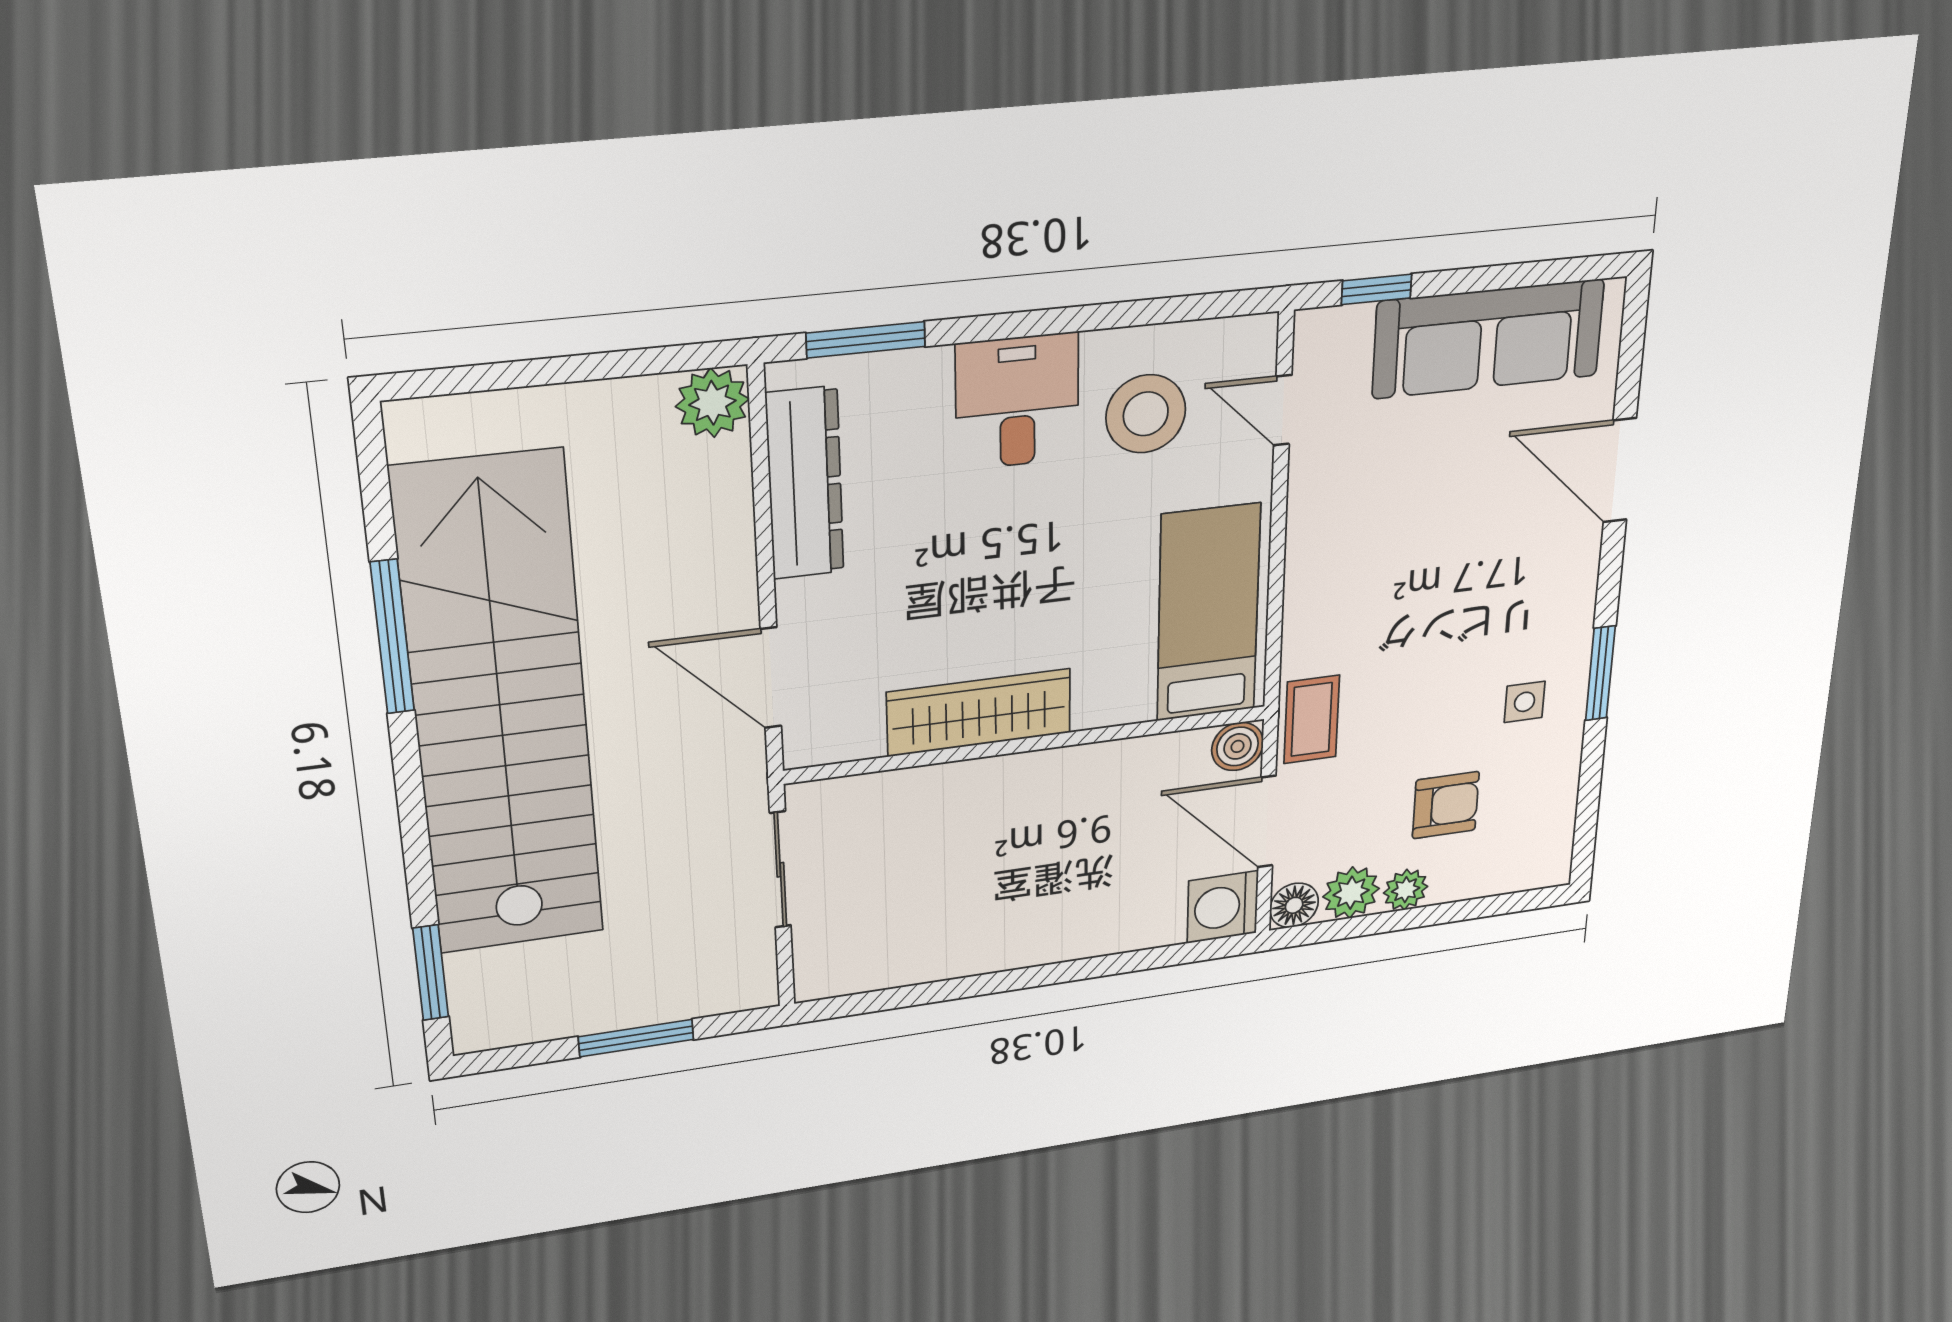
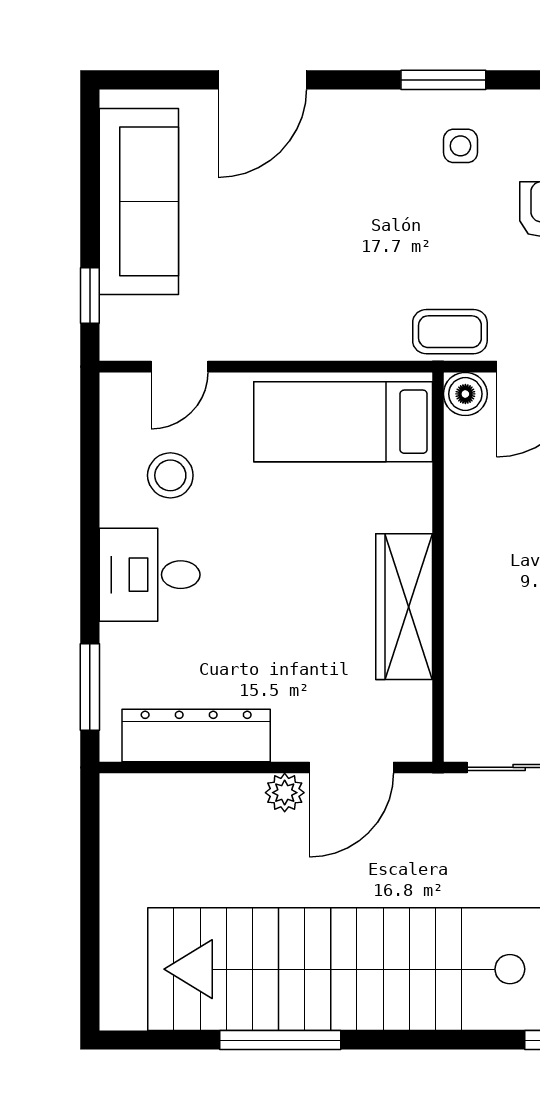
plant: (712, 403) -> (285, 793), moved, width x0.73, depth x0.73
stool: (1146, 414) -> (170, 475), width x0.73, depth x0.73

